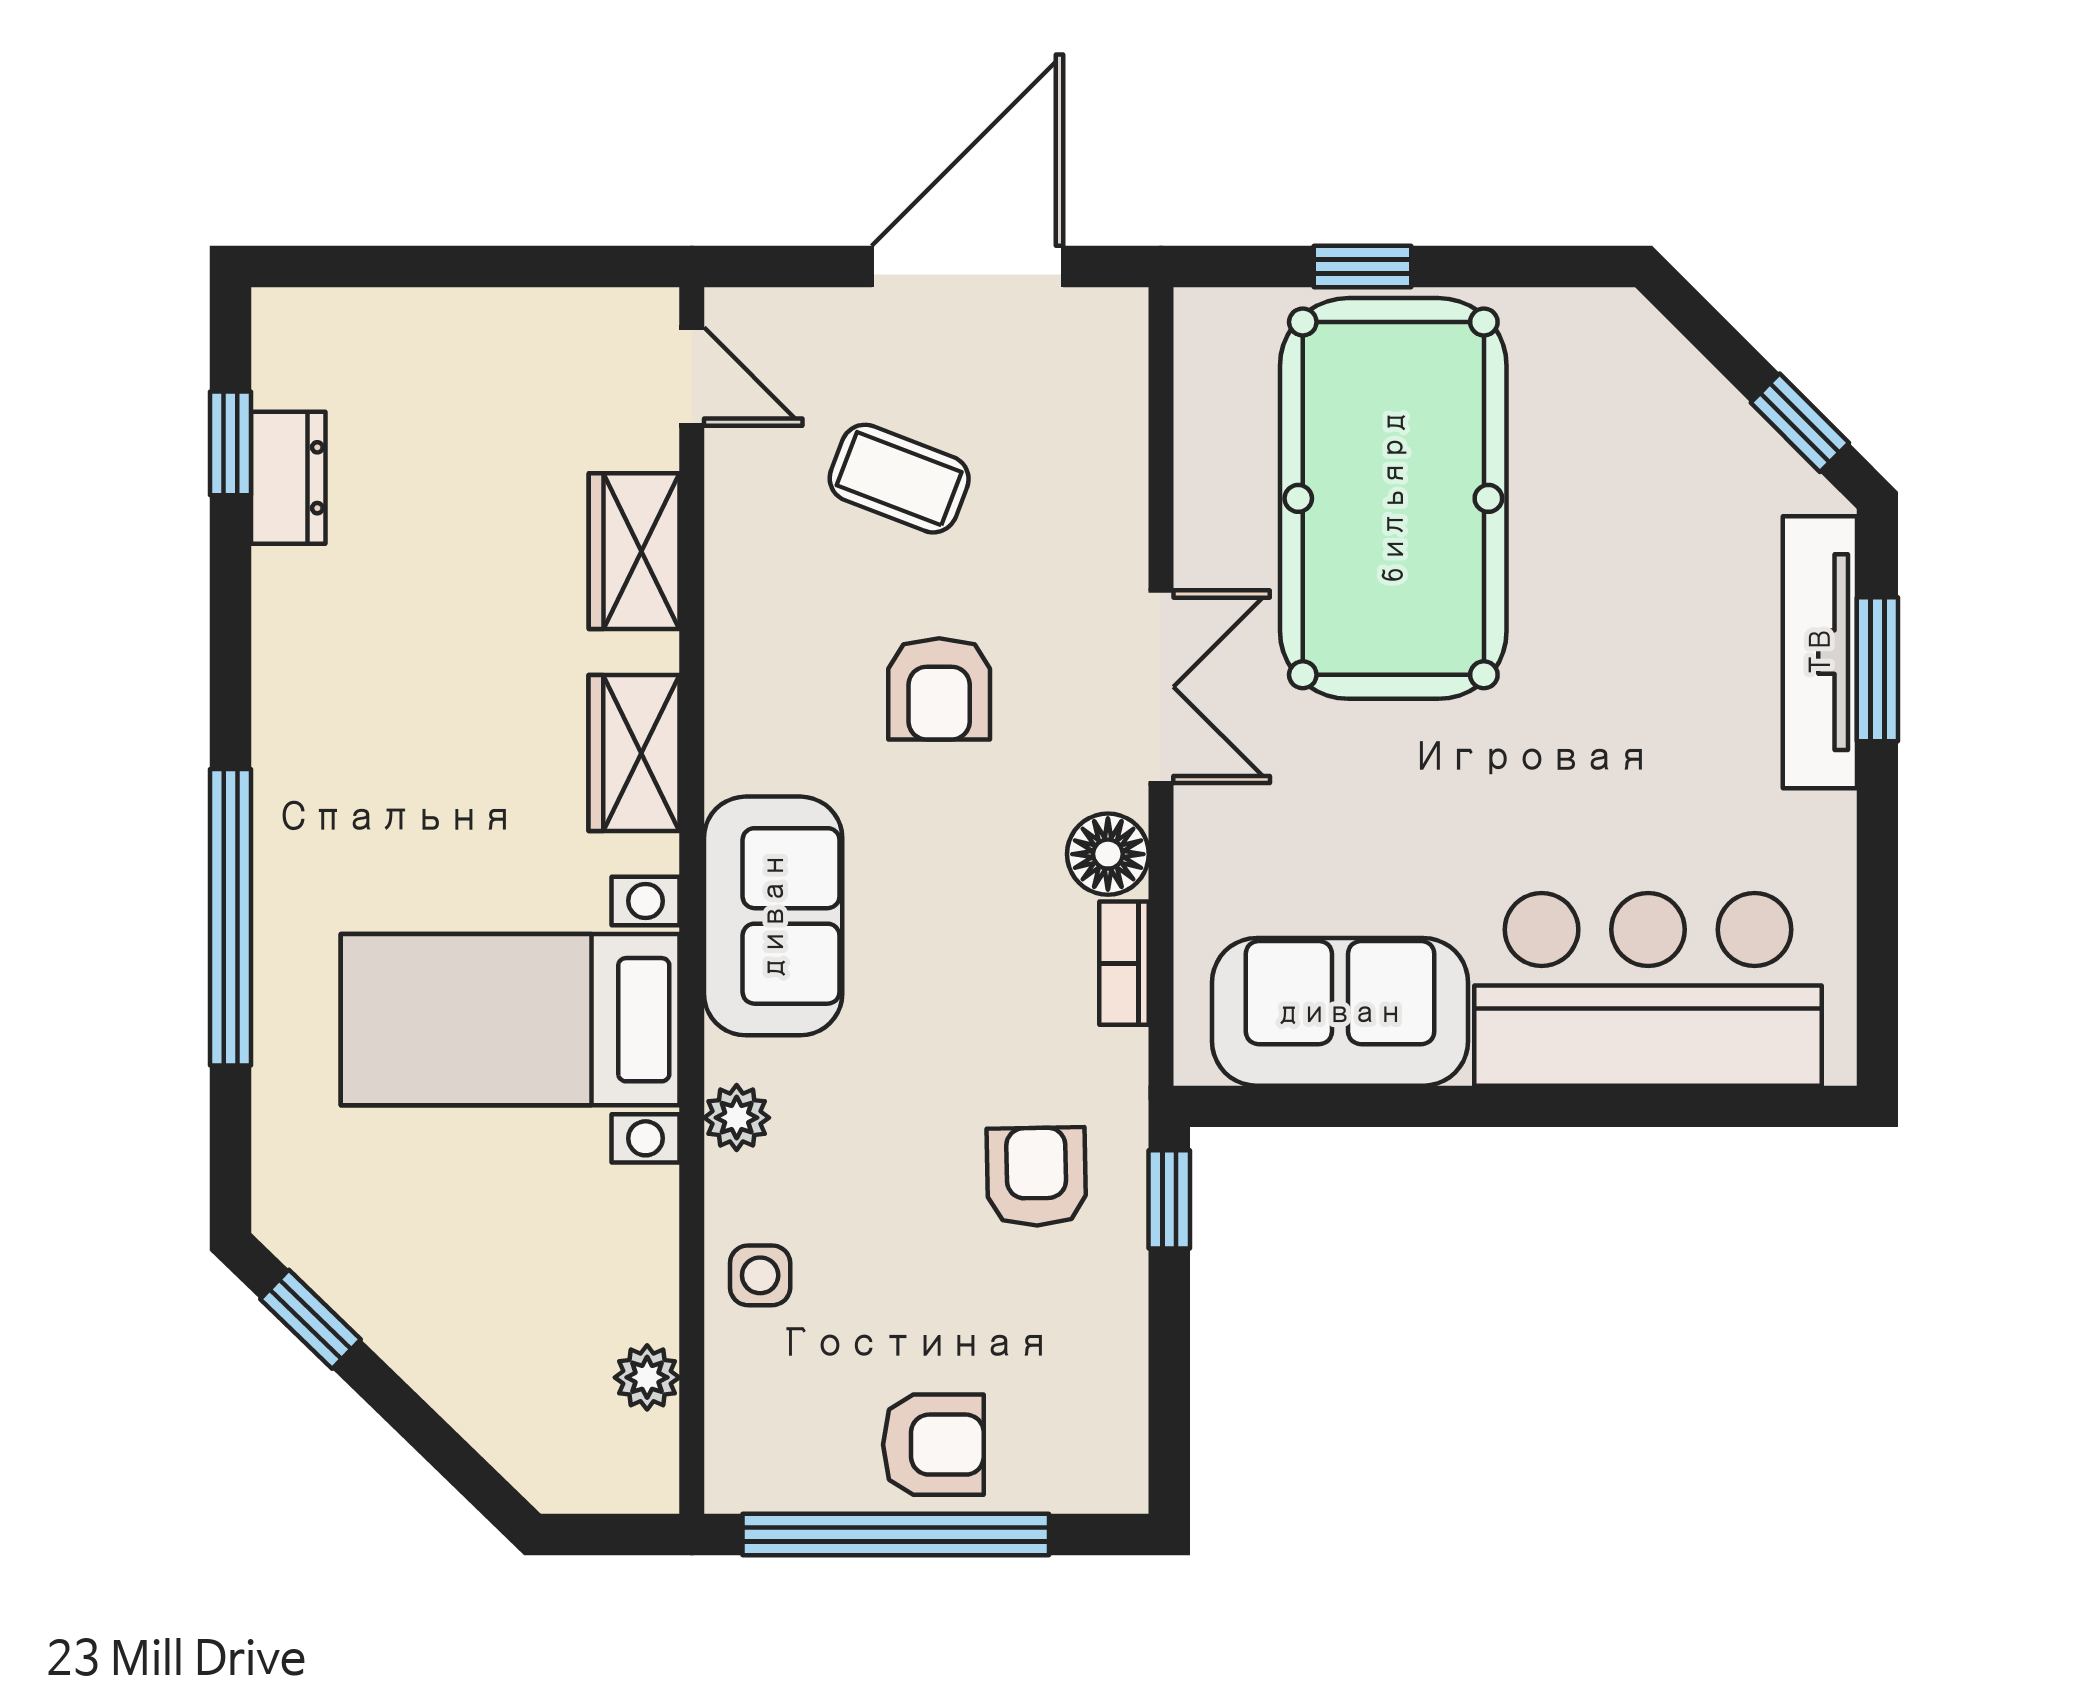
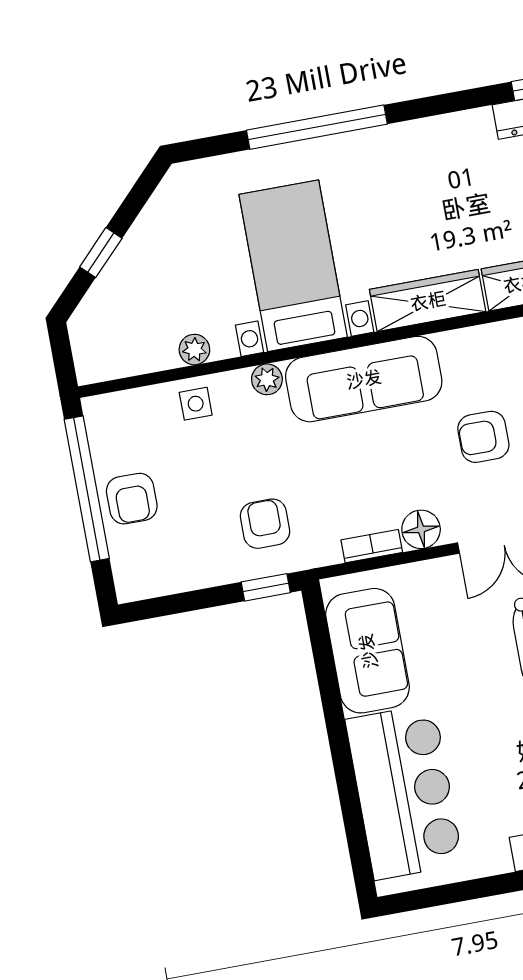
wardrobe: (634, 753) -> (428, 301), width x1.50
sofa: (773, 916) -> (364, 379), width x1.36
armchair: (1036, 1177) -> (265, 524), turned -89
window: (310, 1319) -> (101, 253), moved
plant: (647, 1377) -> (194, 350), moved

